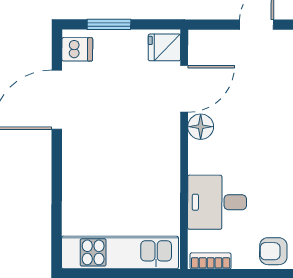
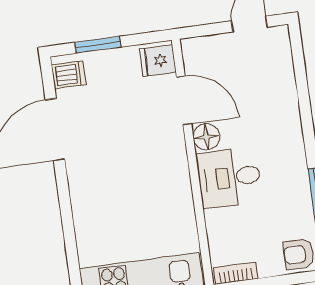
door: (184, 89) -> (184, 100), hinge flipped
desk: (217, 202) -> (229, 178), moved

